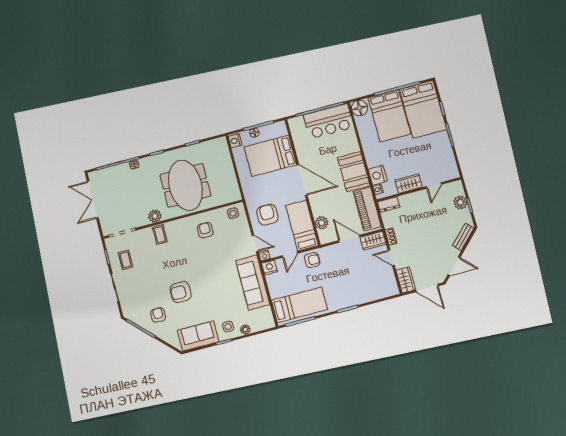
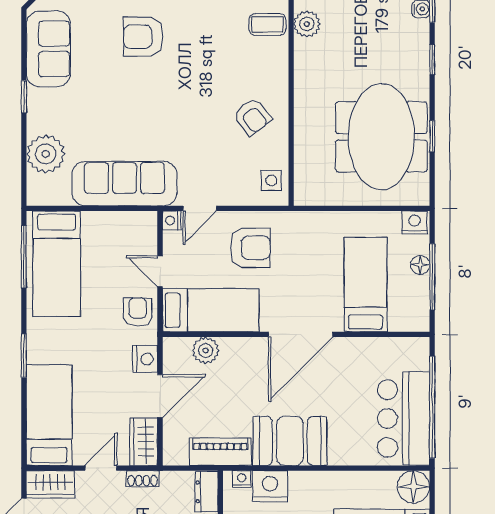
bed: (270, 156) -> (365, 285), width x0.67
meeting table: (185, 185) -> (381, 137), moved, turned 90
piano: (367, 209) -> (220, 452), width x0.73, depth x0.75
armchair: (205, 230) -> (252, 117), turned 53
armchair: (312, 260) -> (138, 312), turned 180
nightstand: (270, 268) -> (145, 359), moved
bed: (373, 289) -> (49, 415), added
armchair: (181, 292) -> (143, 37), turned -90
side table: (228, 327) -> (51, 113), removed
plant: (245, 330) -> (46, 154), width x1.87, depth x1.87

